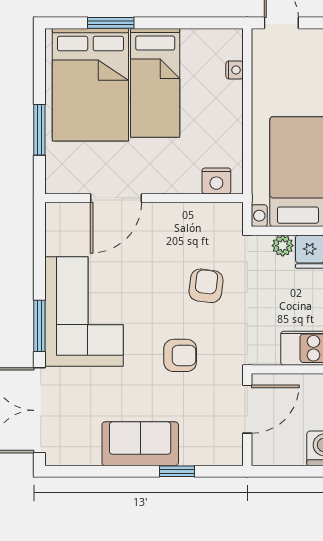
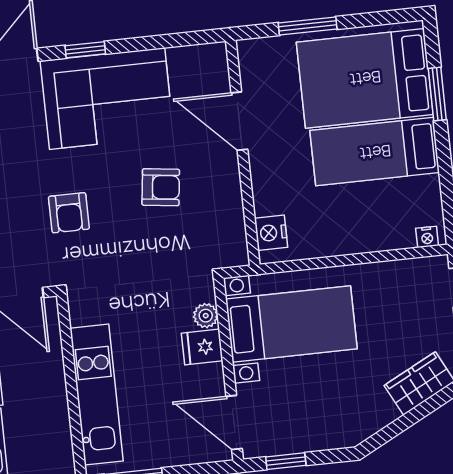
nightstand: (235, 70) -> (427, 237), moved
armchair: (206, 286) -> (161, 187), moved
window: (39, 326) -> (85, 50), width x0.67

